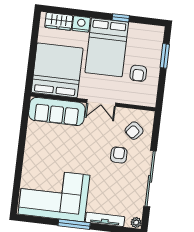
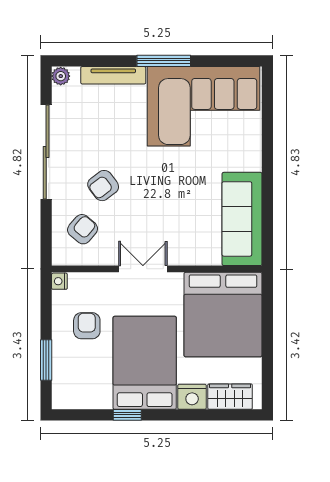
nightstand: (151, 102) -> (59, 281), added
sofa: (57, 111) -> (242, 219), moved, turned -90
armchair: (119, 155) -> (103, 186), turned 53

